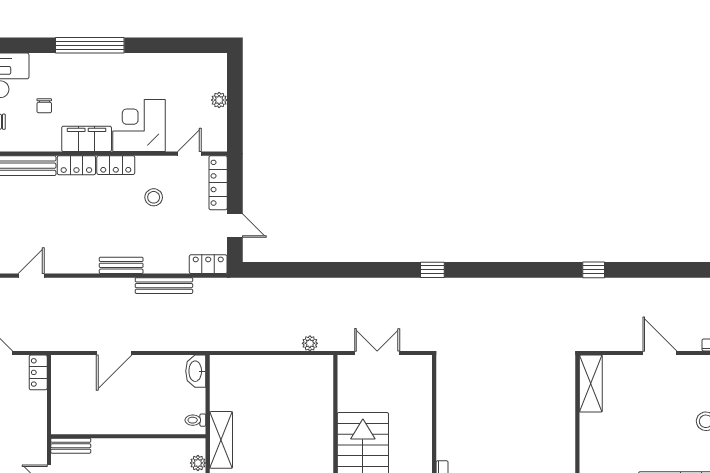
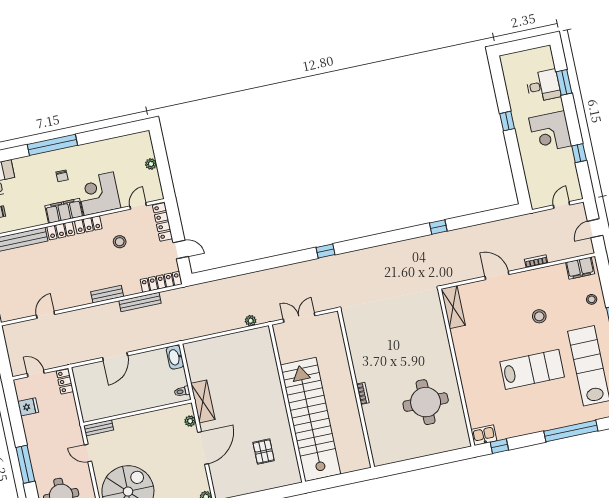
chair: (44, 106) -> (62, 176), moved
locker: (208, 264) -> (161, 282), width x1.53

